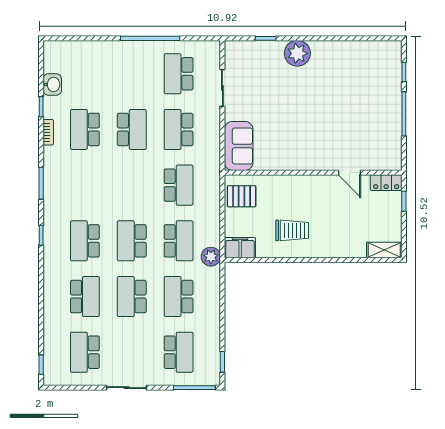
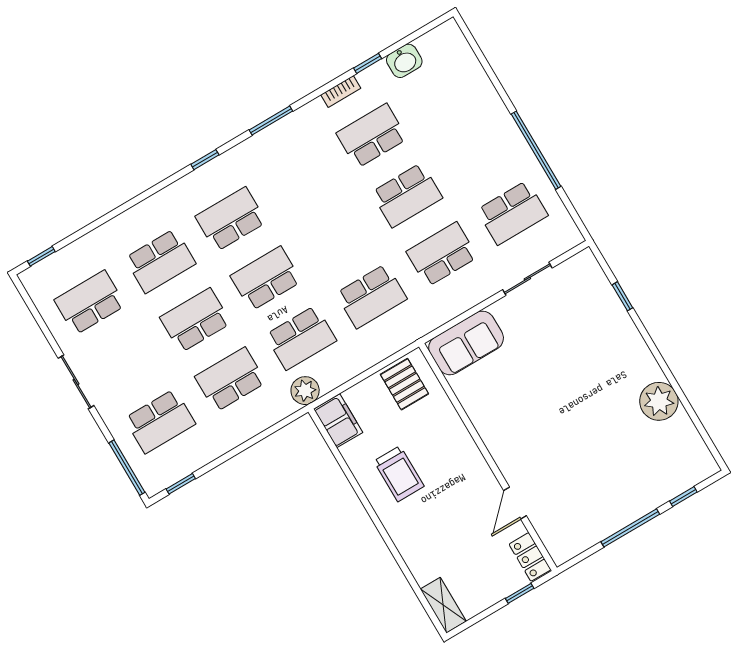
plant: (297, 53) -> (659, 401), moved
school desk: (179, 74) -> (512, 213), turned 180

